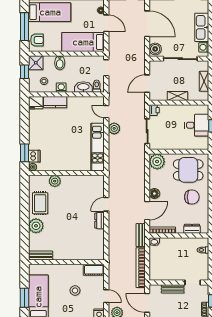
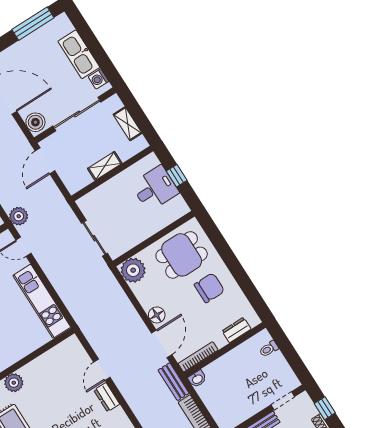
door: (147, 84) -> (45, 161), moved
printer: (154, 110) -> (86, 204), removed
plant: (114, 128) -> (19, 216), moved

